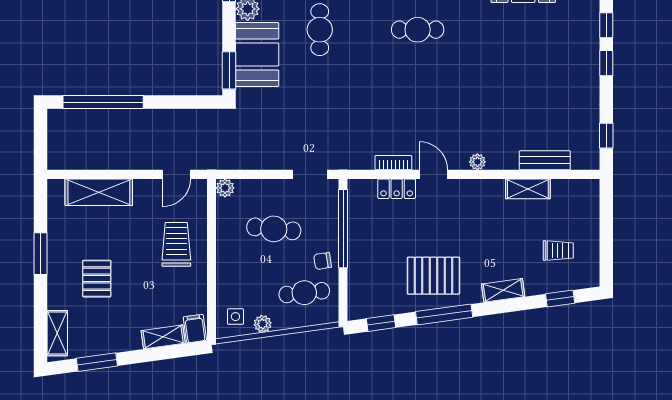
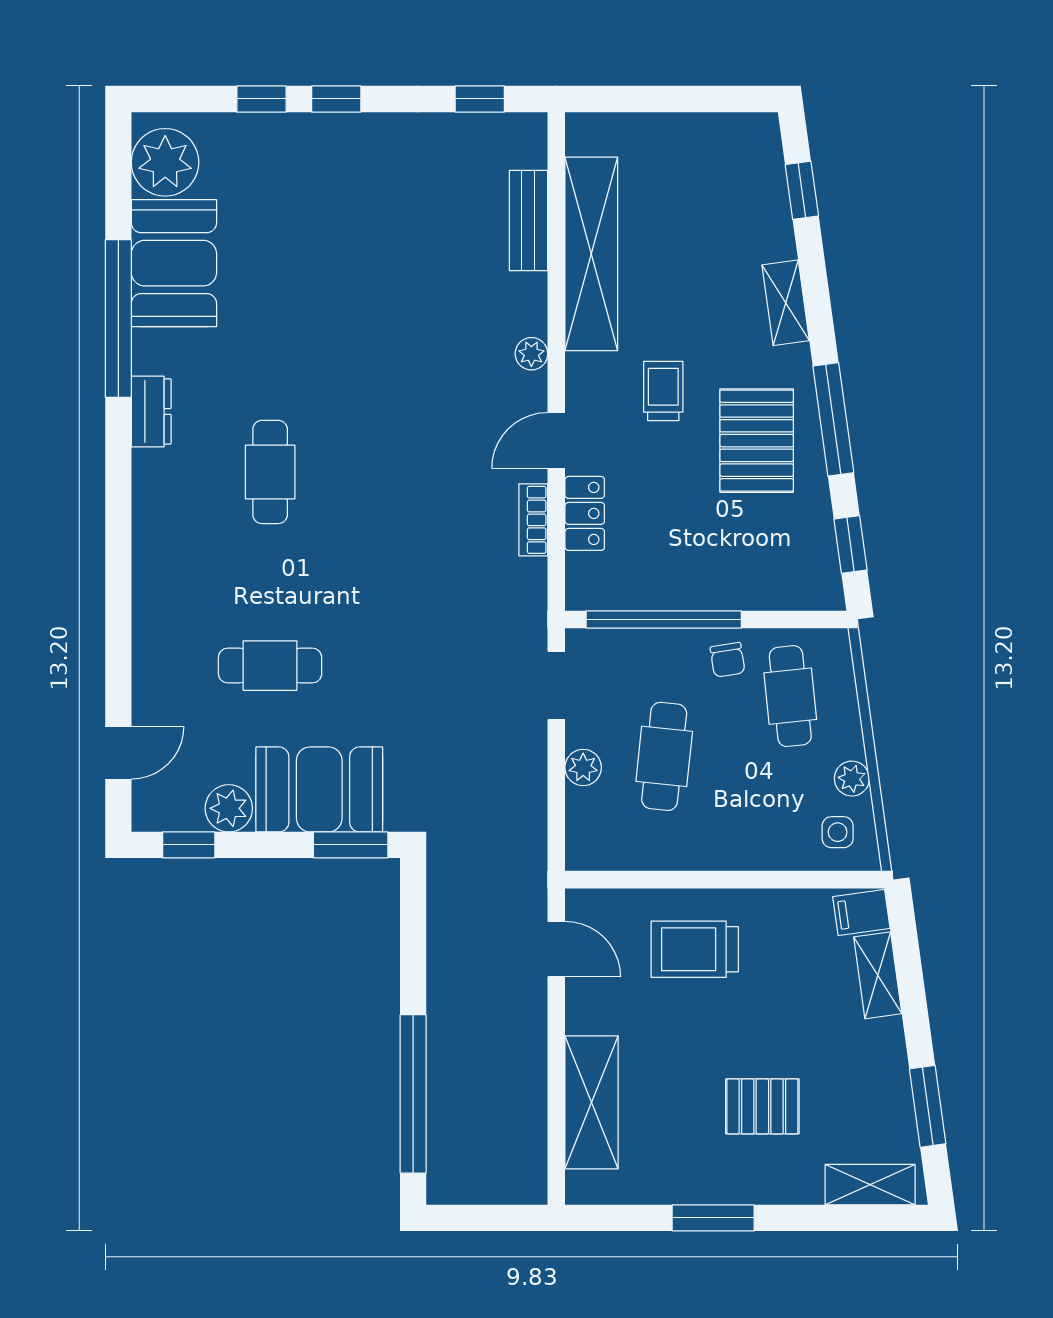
plant: (225, 188) -> (583, 767), moved
shelving: (528, 189) -> (591, 254), width x2.20, depth x1.33
trolley: (558, 251) -> (663, 391), moved

